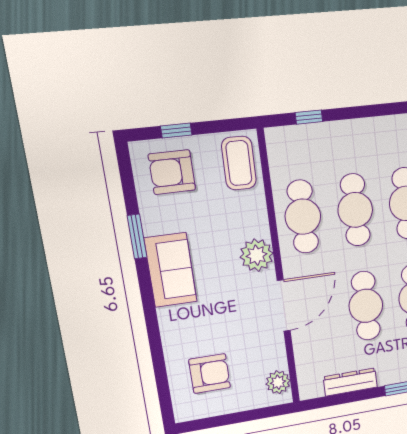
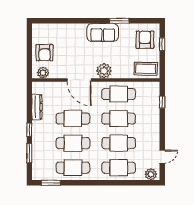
armchair: (210, 374) -> (45, 53), moved

